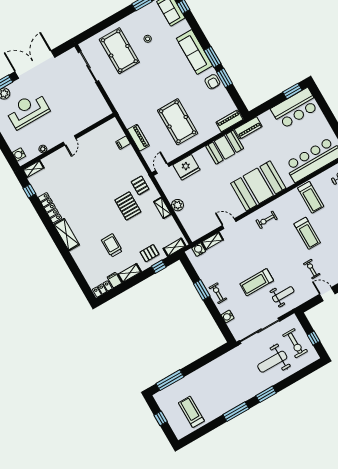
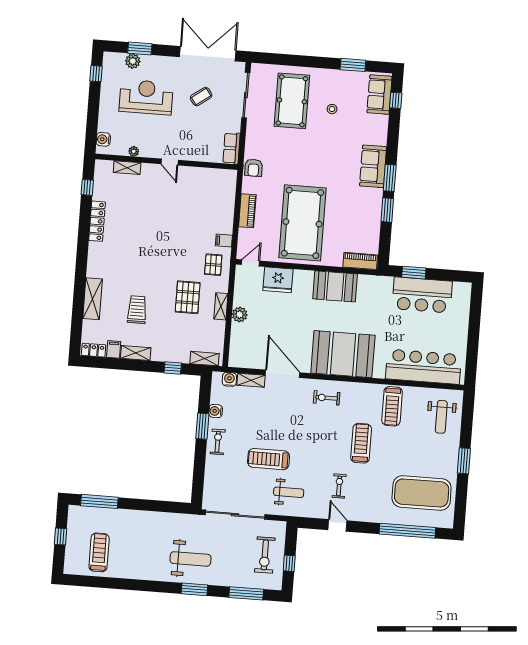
sofa: (194, 52) -> (373, 166), width x0.73
double door: (35, 64) -> (208, 54), moved
armchair: (212, 82) -> (254, 168), moved
coffee table: (61, 87) -> (201, 97), added
window: (292, 91) -> (414, 273), moved
row of seats: (102, 106) -> (232, 148), added
bar counter: (295, 108) -> (422, 295), moved
pool table: (178, 122) -> (302, 223), width x1.36, depth x1.32
piano: (248, 128) -> (376, 283), removed
door: (70, 140) -> (170, 162), hinge flipped
filing cabinet: (123, 143) -> (224, 241), moved
shelving: (33, 169) -> (127, 168), moved
pallet: (128, 206) -> (188, 297), moved
door: (229, 224) -> (283, 374), width x1.88
treadmill: (307, 233) -> (361, 443), turned 180
shelving: (67, 235) -> (93, 299), moved
pallet: (150, 253) -> (173, 346), removed
water cooler: (228, 316) -> (216, 411), moved
weight bench: (272, 362) -> (190, 559), moved, turned 180
window: (236, 412) -> (246, 593), moved

